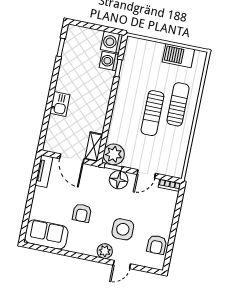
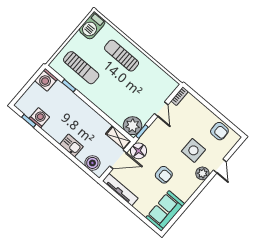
barbecue: (178, 56) -> (92, 26), moved
washing machine: (109, 61) -> (39, 118), moved, turned 180
sun lounger: (152, 113) -> (81, 68), moved
boiler: (54, 135) -> (92, 163), added
tv unit: (44, 171) -> (120, 190), width x1.41
floor lamp: (119, 180) -> (138, 151), moved

